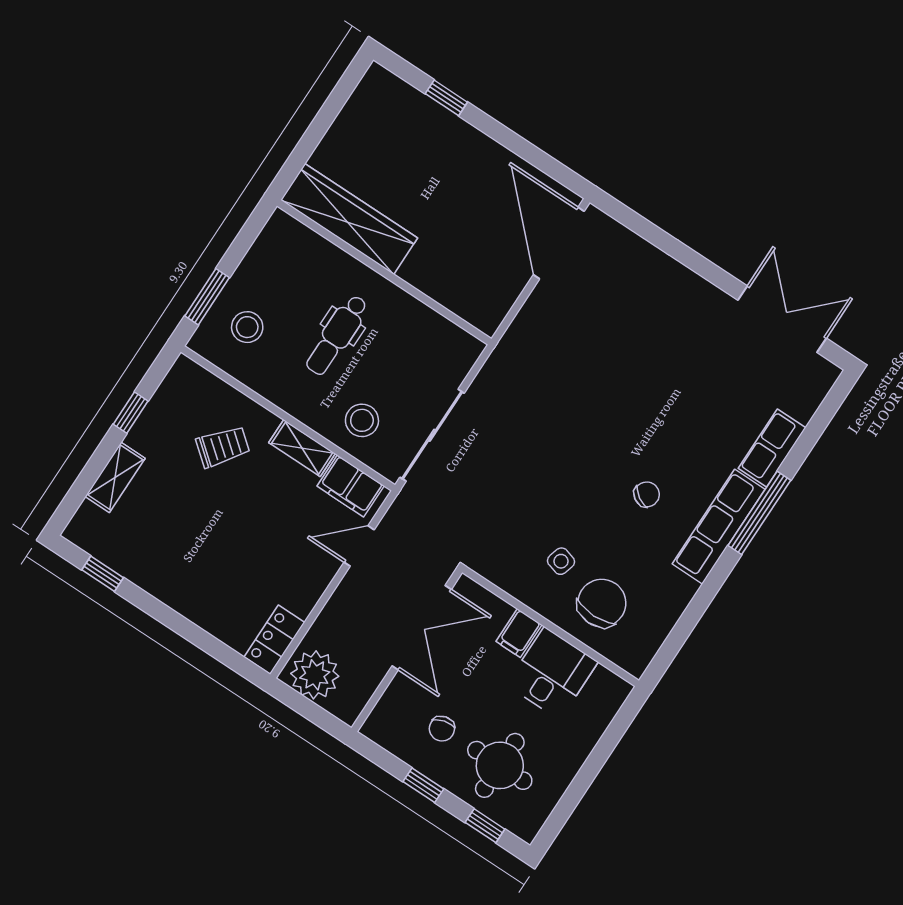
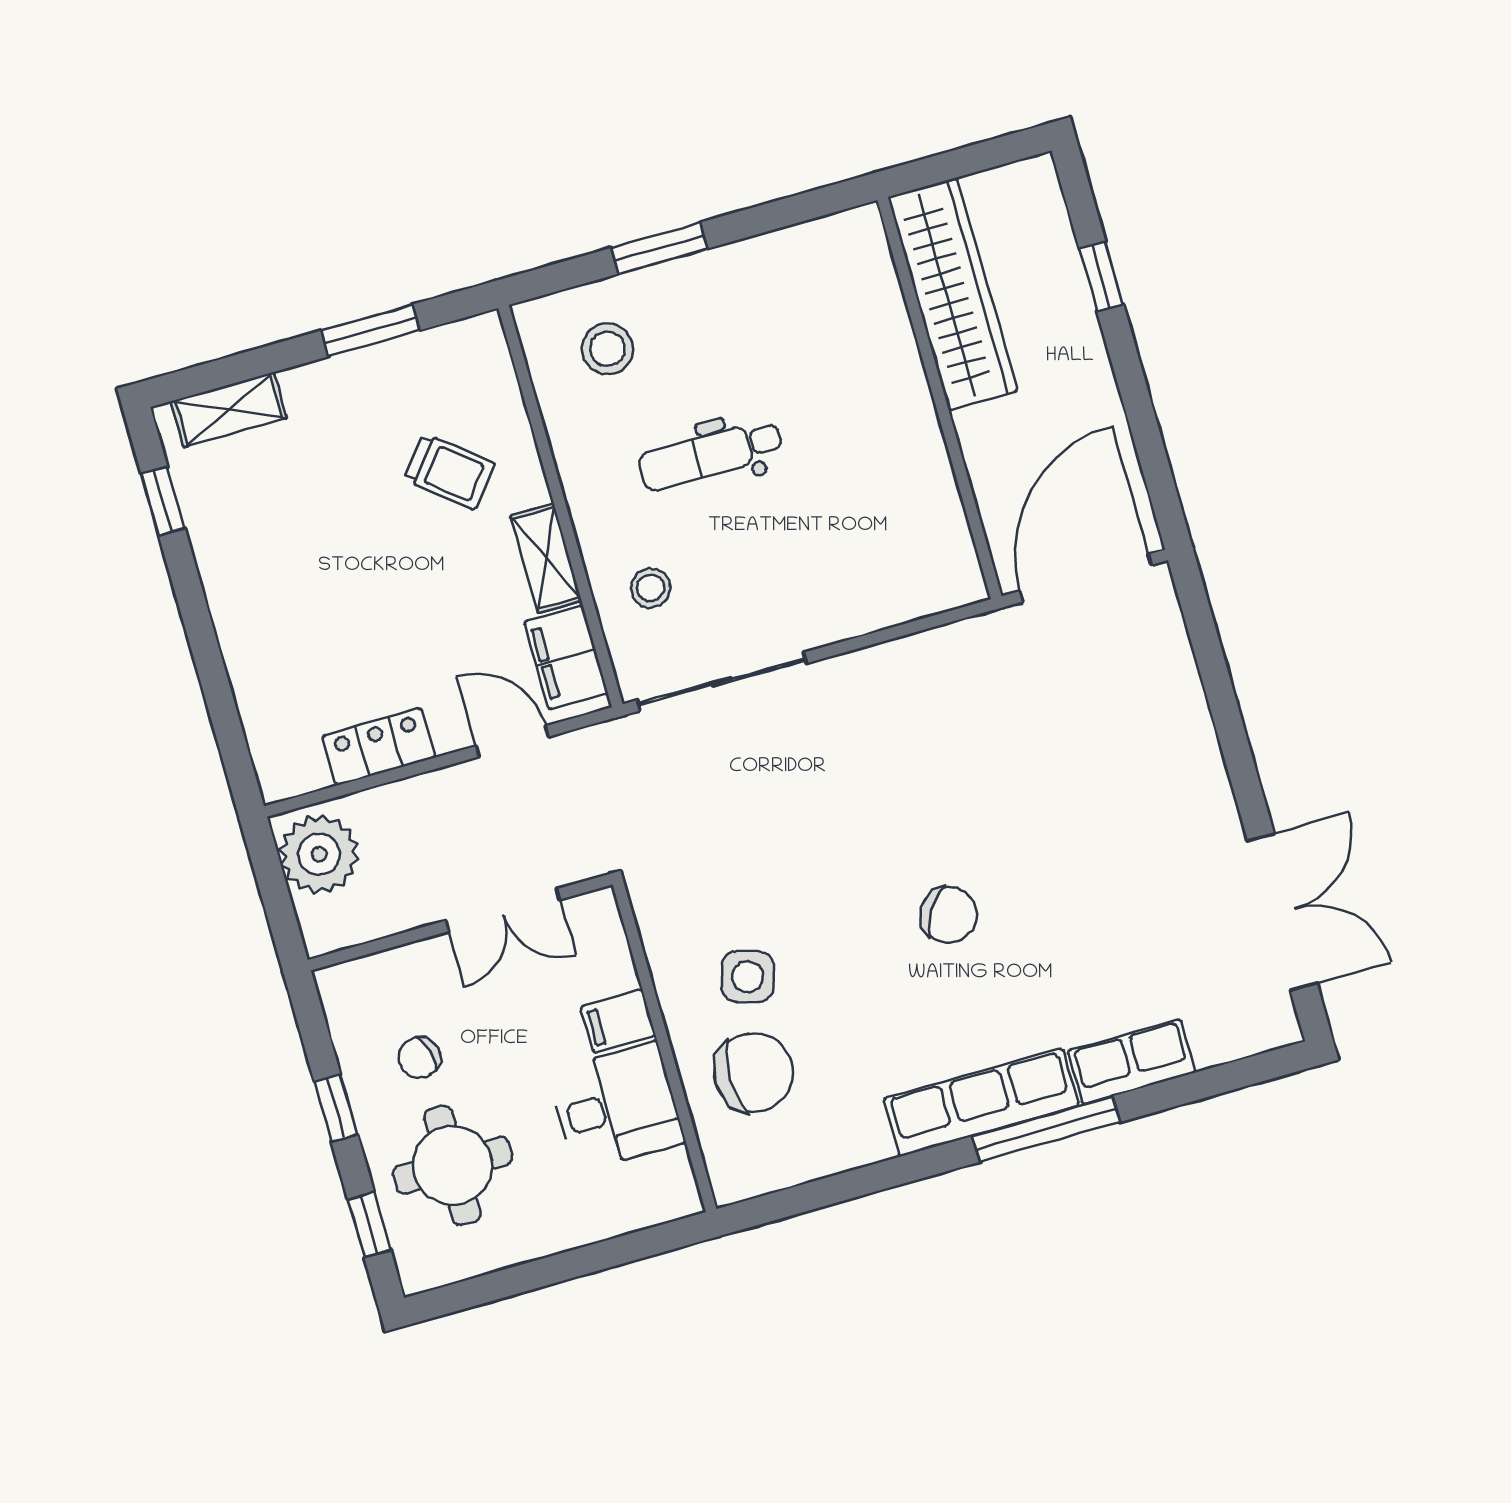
wardrobe: (349, 219) -> (953, 294), moved
wall: (384, 272) -> (939, 398), moved
window: (207, 297) -> (659, 248), moved
window: (131, 413) -> (371, 330), width x1.50
stool: (362, 420) -> (651, 588), width x0.73, depth x0.73
shelving: (115, 477) -> (229, 410), moved
chair: (647, 494) -> (949, 915), moved, width x1.37, depth x1.37
side table: (561, 561) -> (748, 977), width x1.37, depth x1.37
double door: (422, 628) -> (503, 910), width x0.73
locker: (274, 640) -> (379, 747), moved

